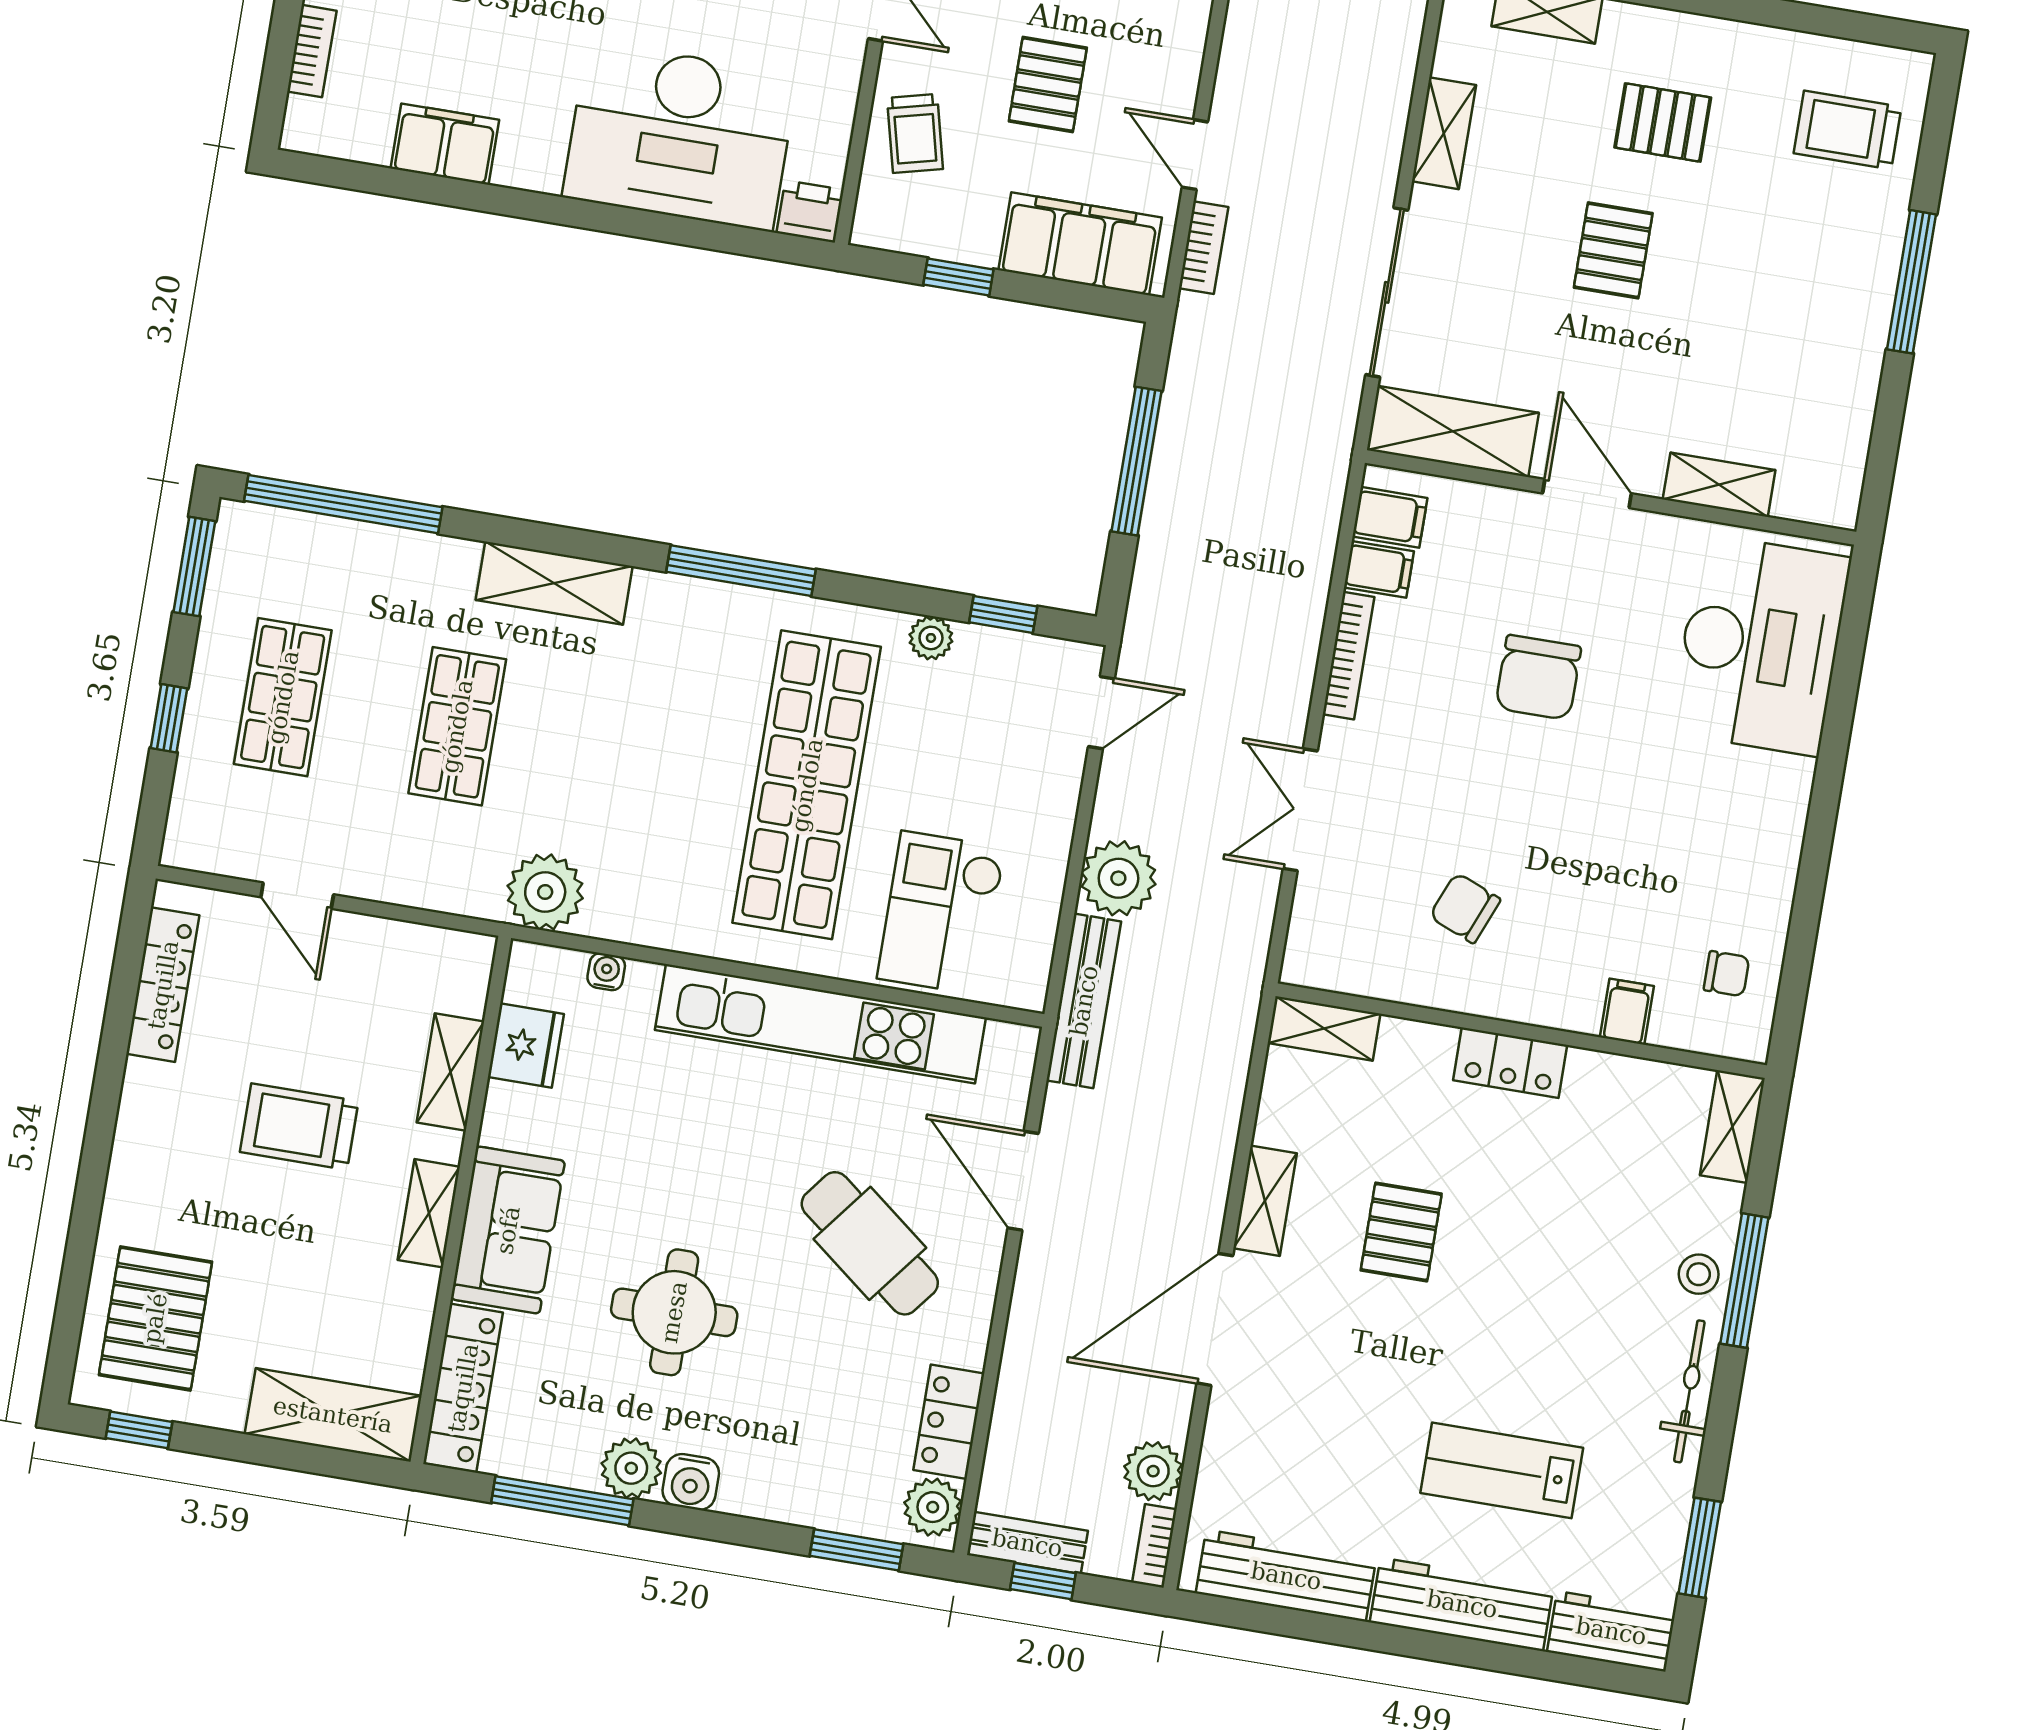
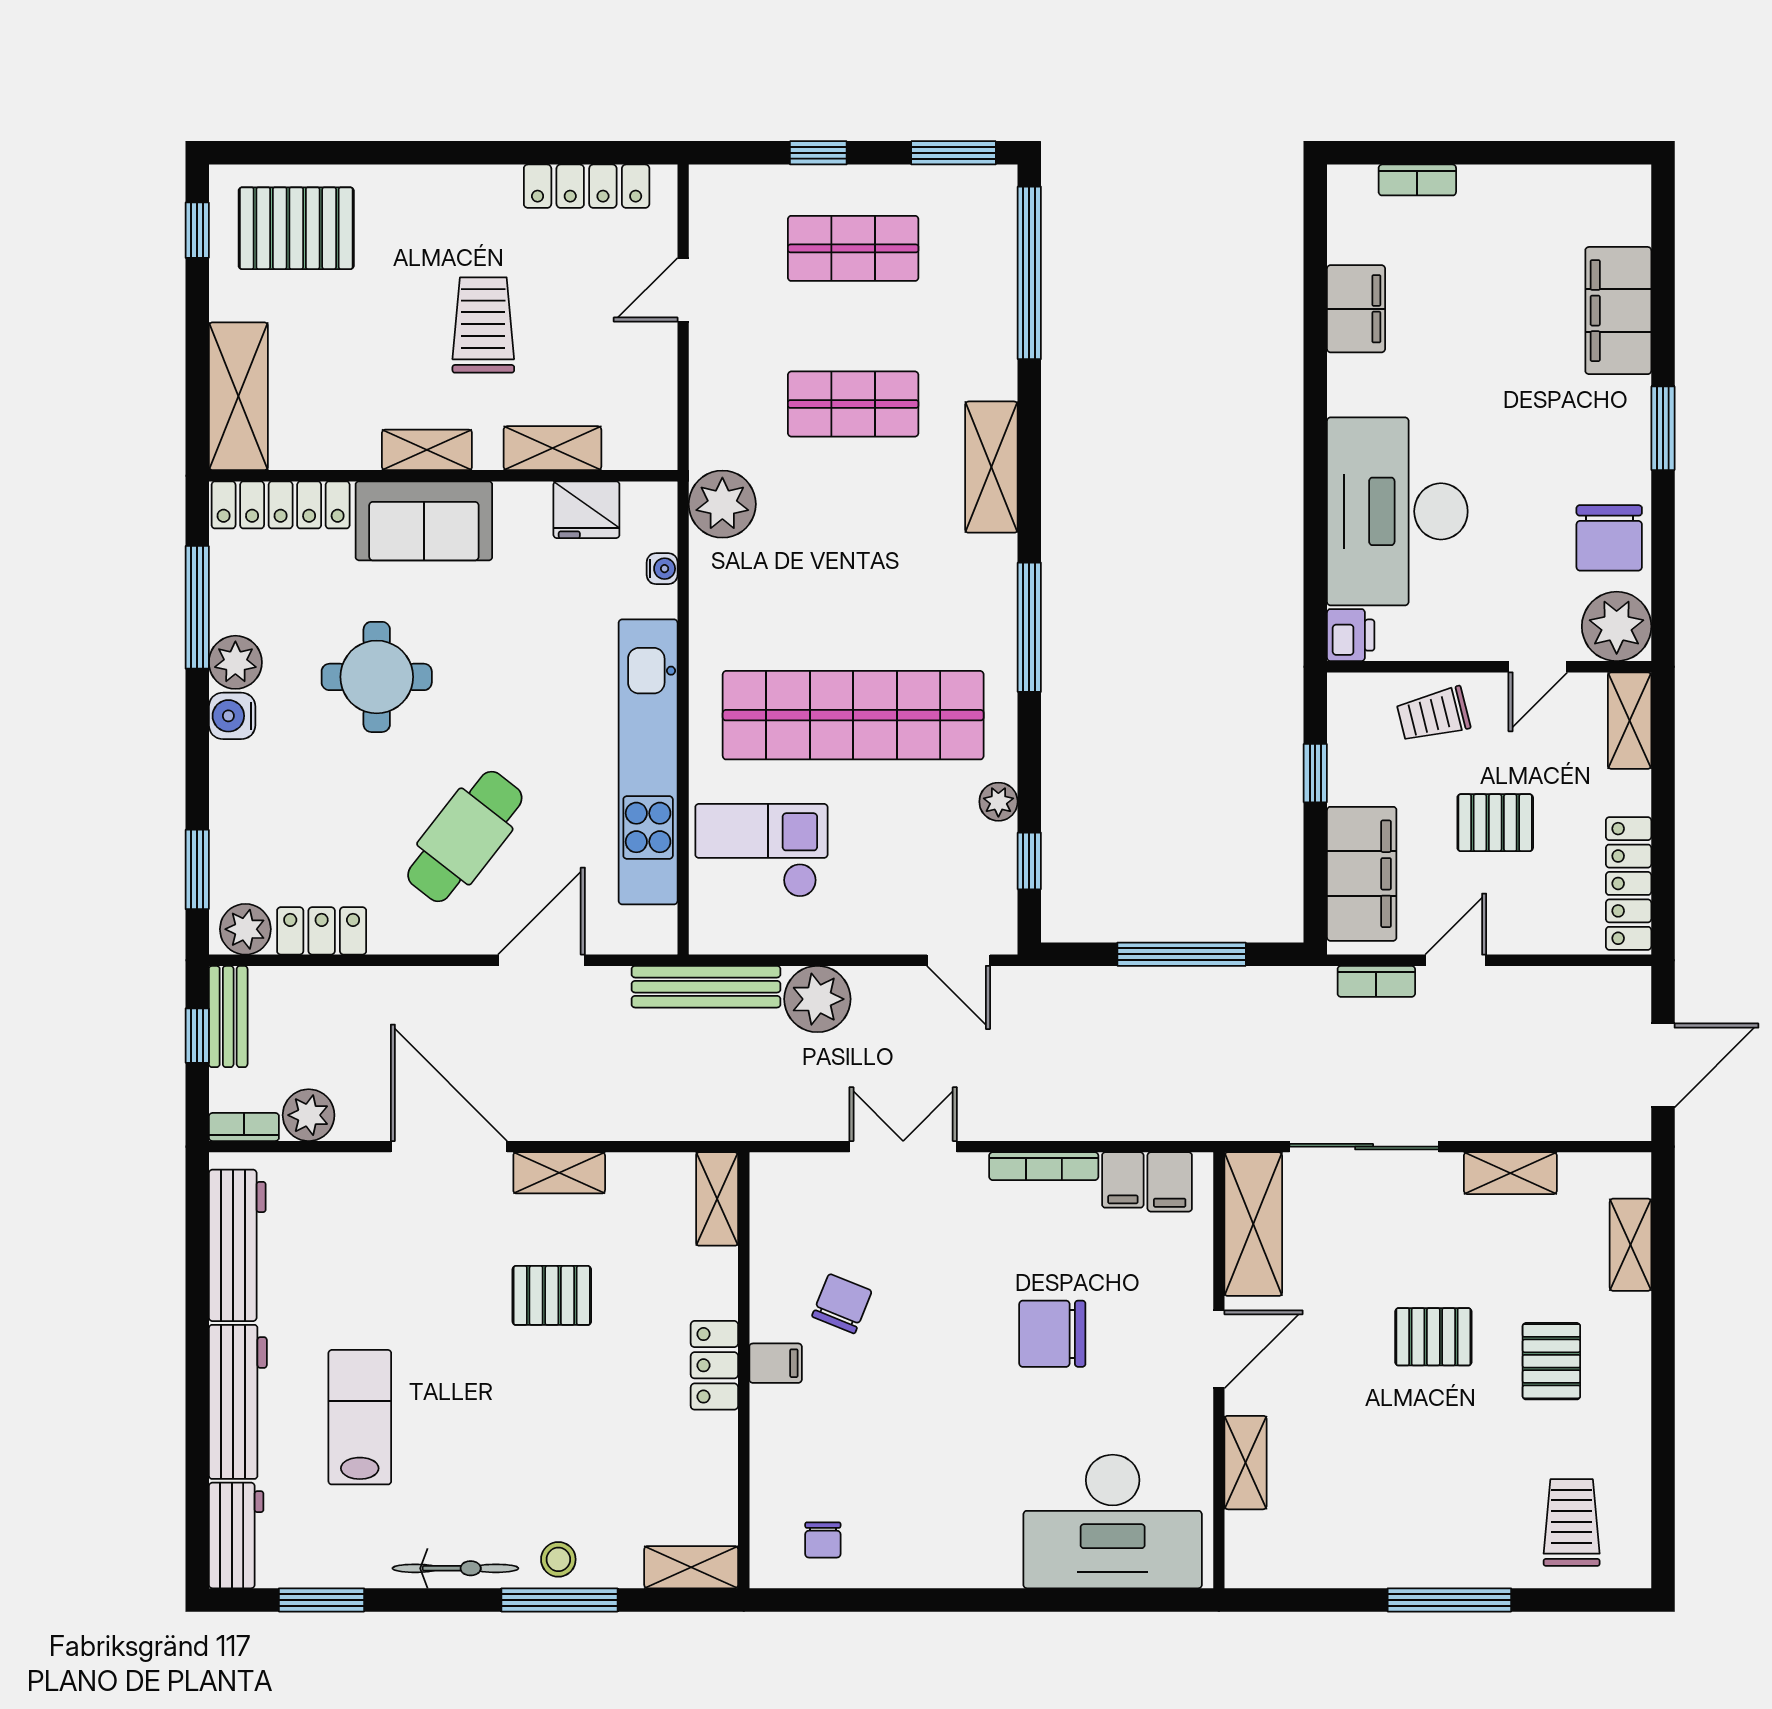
filing cabinet: (1627, 1012) -> (776, 1363), moved

